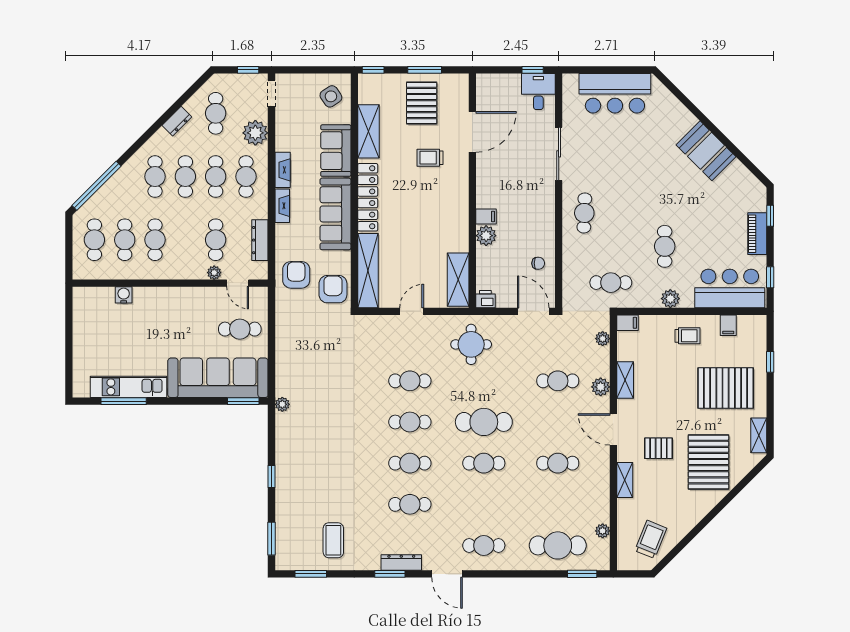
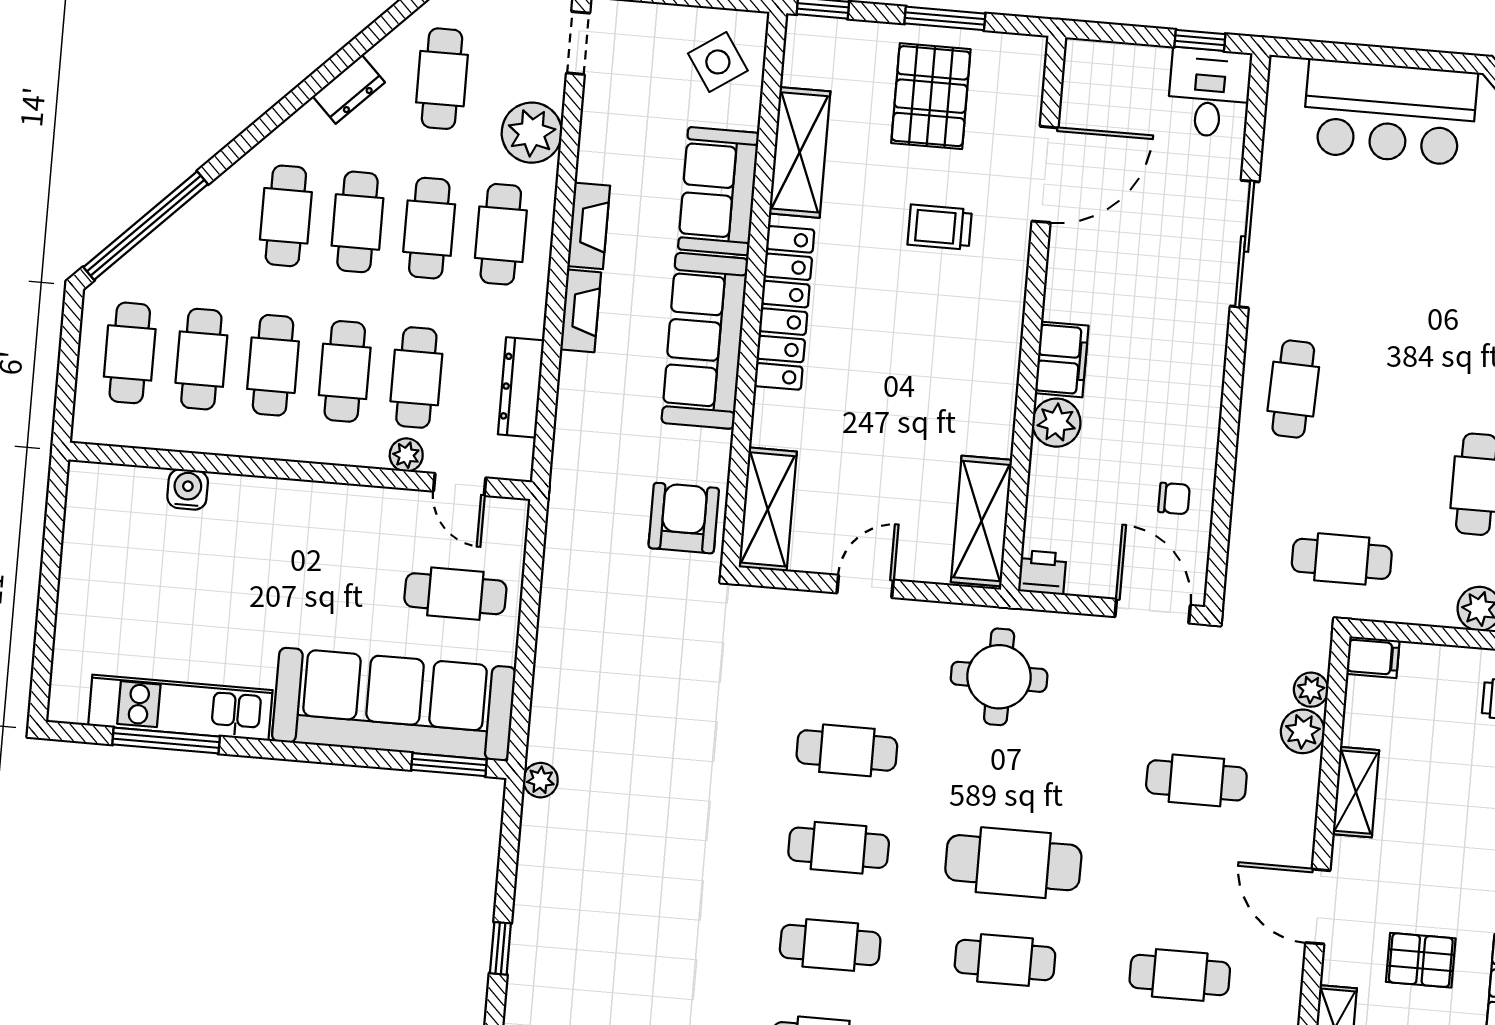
filing cabinet: (486, 216) -> (1062, 359), width x2.00
cafe table: (185, 240) -> (345, 371), added
shelving: (368, 271) -> (768, 509), width x0.68
armchair: (296, 275) -> (600, 477), removed
plant: (601, 387) -> (1303, 731), moved

